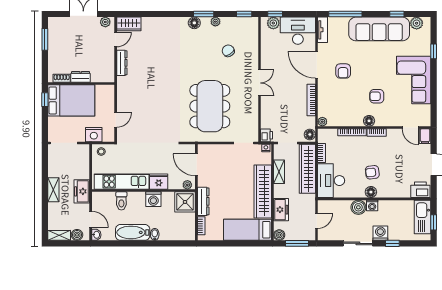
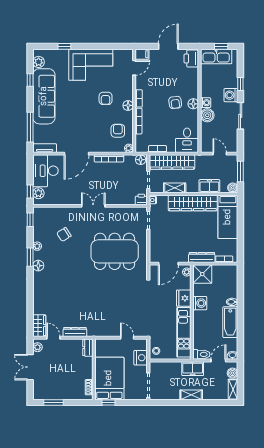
armchair: (343, 71) -> (118, 131), moved, turned -90
dresser: (81, 77) -> (88, 348), moved
desk: (331, 181) -> (187, 140), width x0.73
toilet: (121, 201) -> (201, 354), moved

